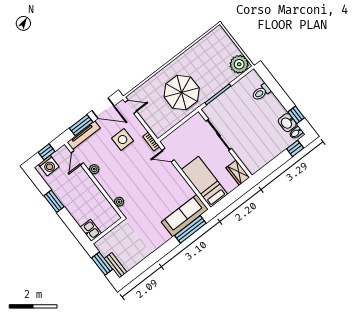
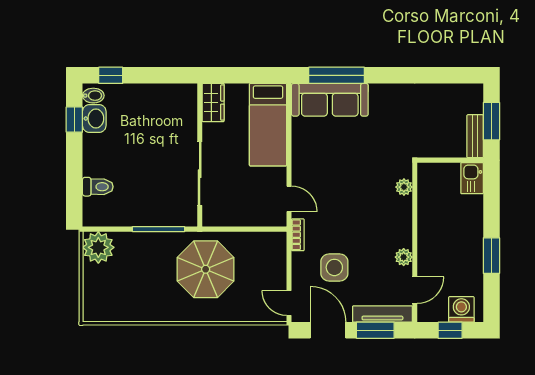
bench: (116, 265) -> (475, 136), moved

